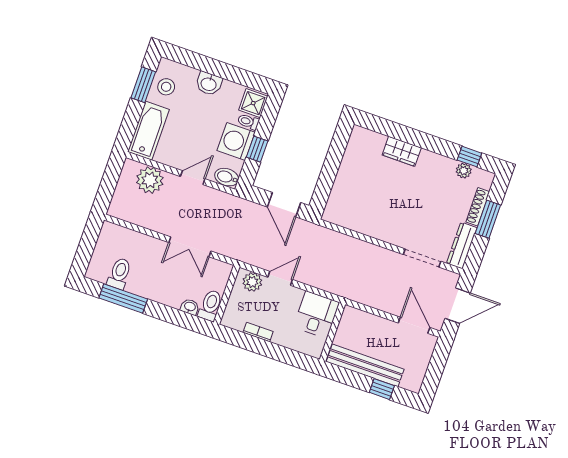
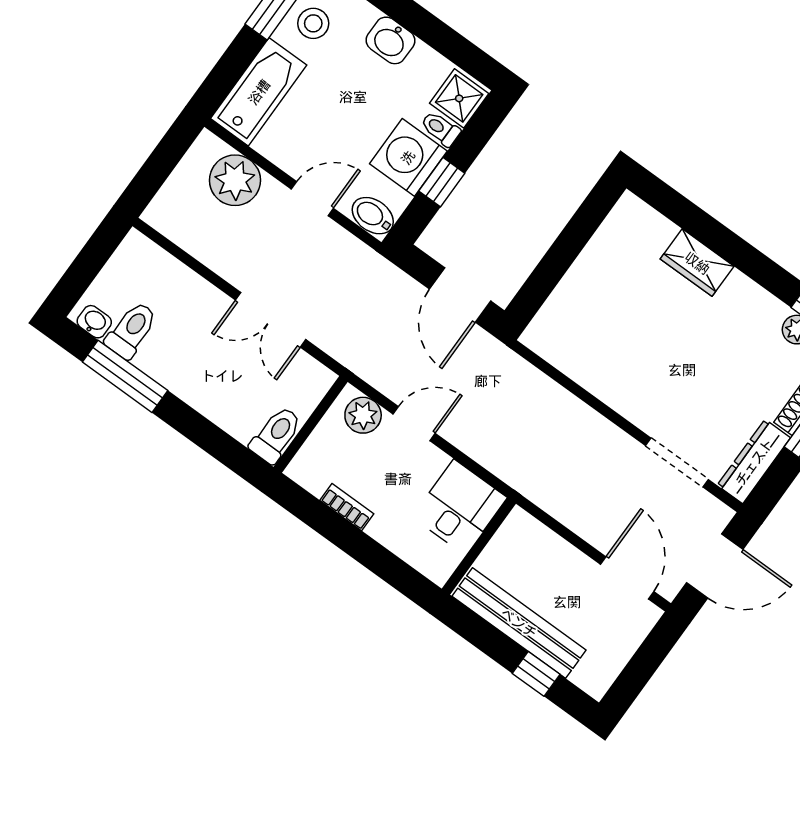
washbasin: (190, 307) -> (94, 322), moved

